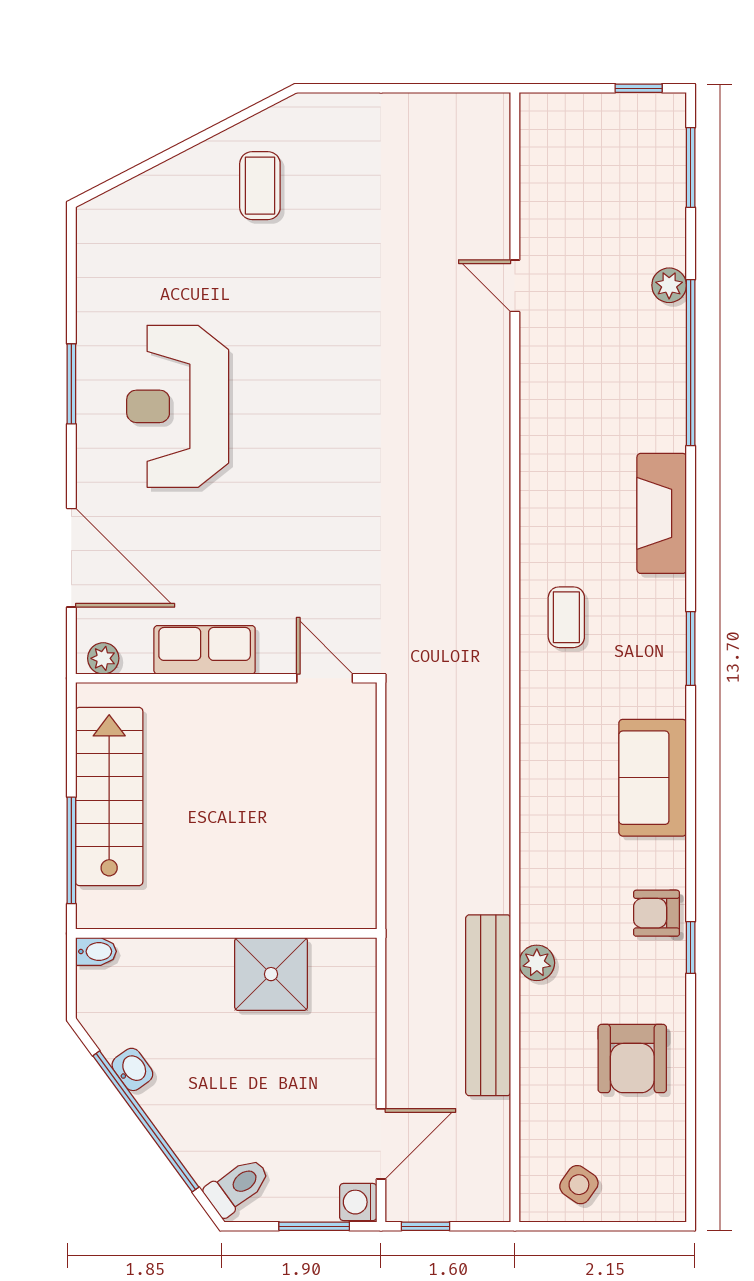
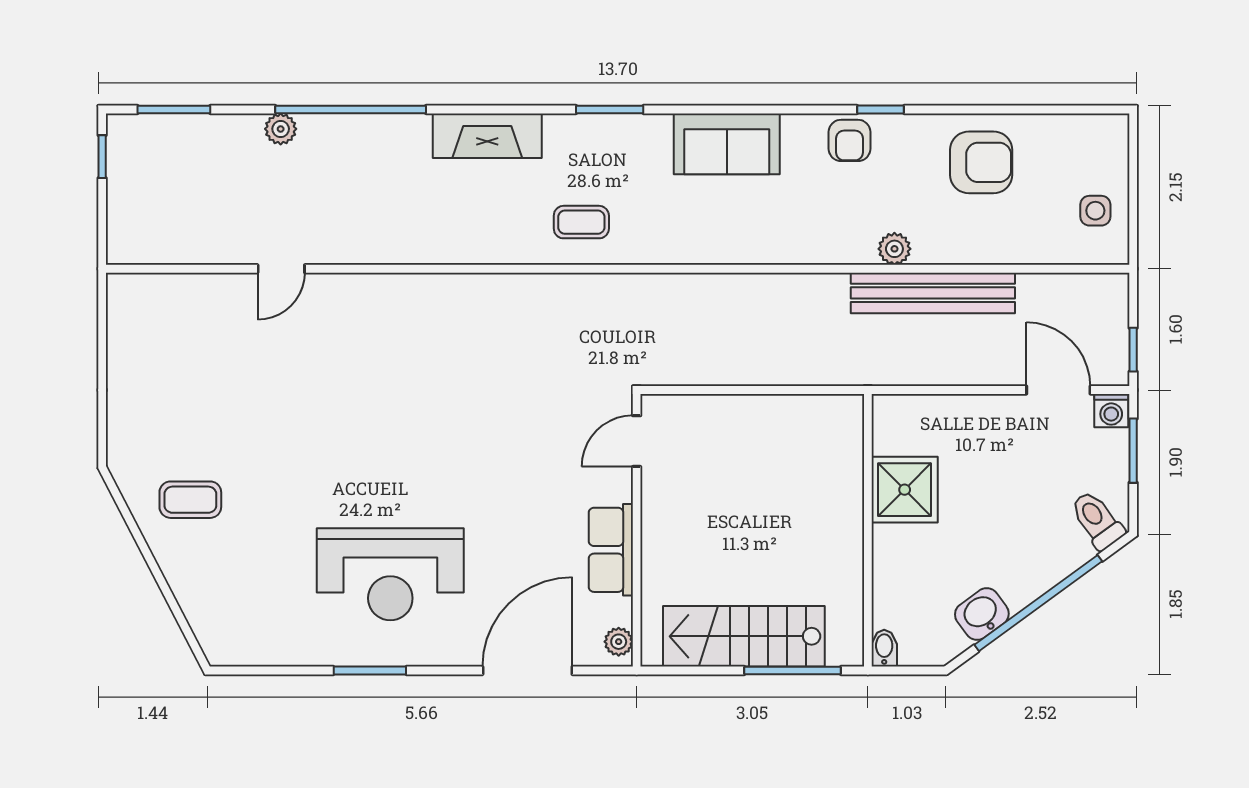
washbasin: (132, 1069) -> (982, 614), width x1.38, depth x1.45
side table: (579, 1185) -> (1095, 211), turned -35

